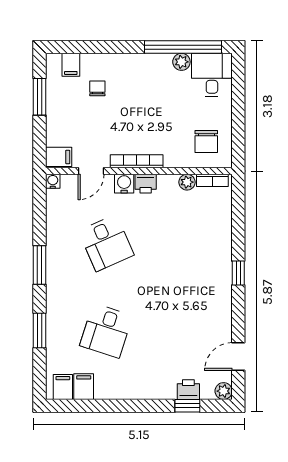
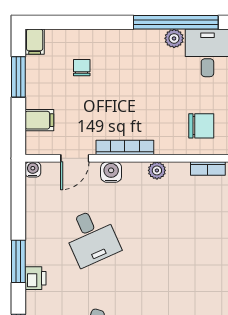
filing cabinet: (71, 65) -> (35, 42), moved
chair: (206, 141) -> (201, 126), turned -90
filing cabinet: (59, 157) -> (39, 120), moved
plant: (187, 182) -> (157, 170), moved
printer: (146, 184) -> (35, 278), moved, turned -90

